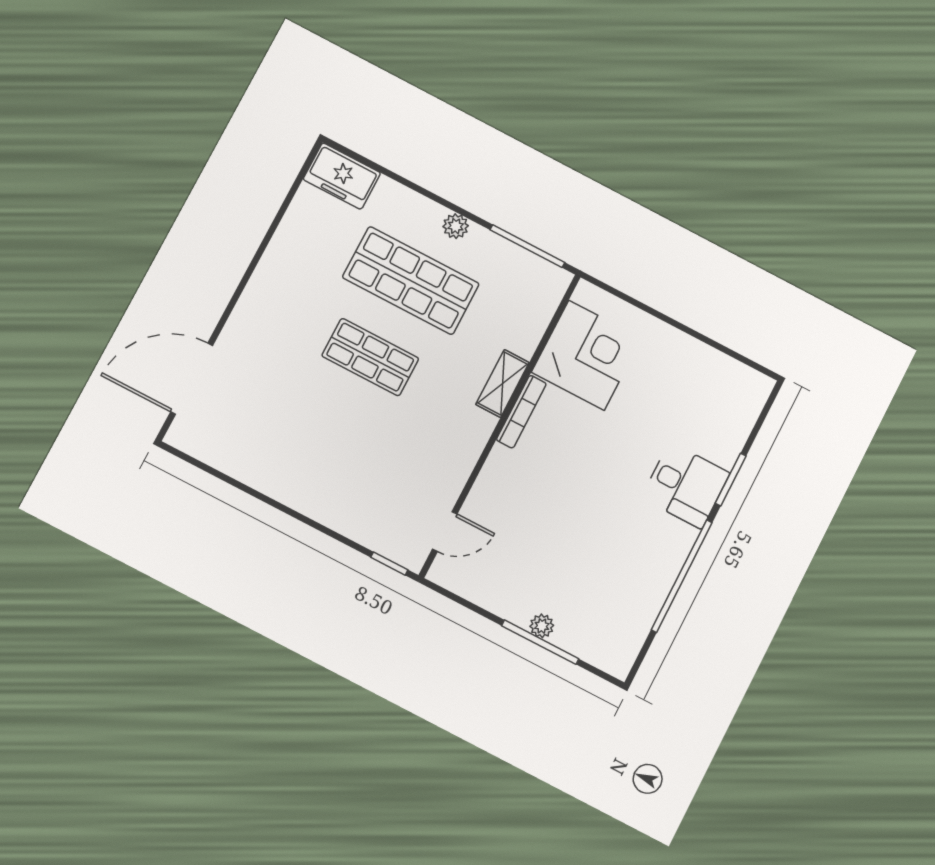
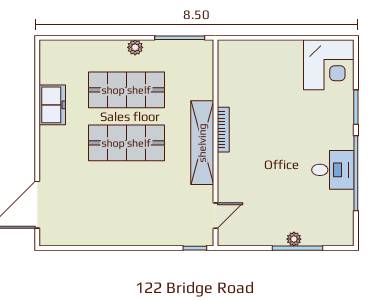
freezer: (342, 176) -> (52, 105), moved, turned -90
corner desk: (586, 355) -> (329, 65), moved, turned 90
shop shelf: (370, 357) -> (126, 143), width x1.43, depth x1.36
shelving: (502, 383) -> (202, 143), width x2.20, depth x1.33
desk: (685, 485) -> (333, 170), moved

